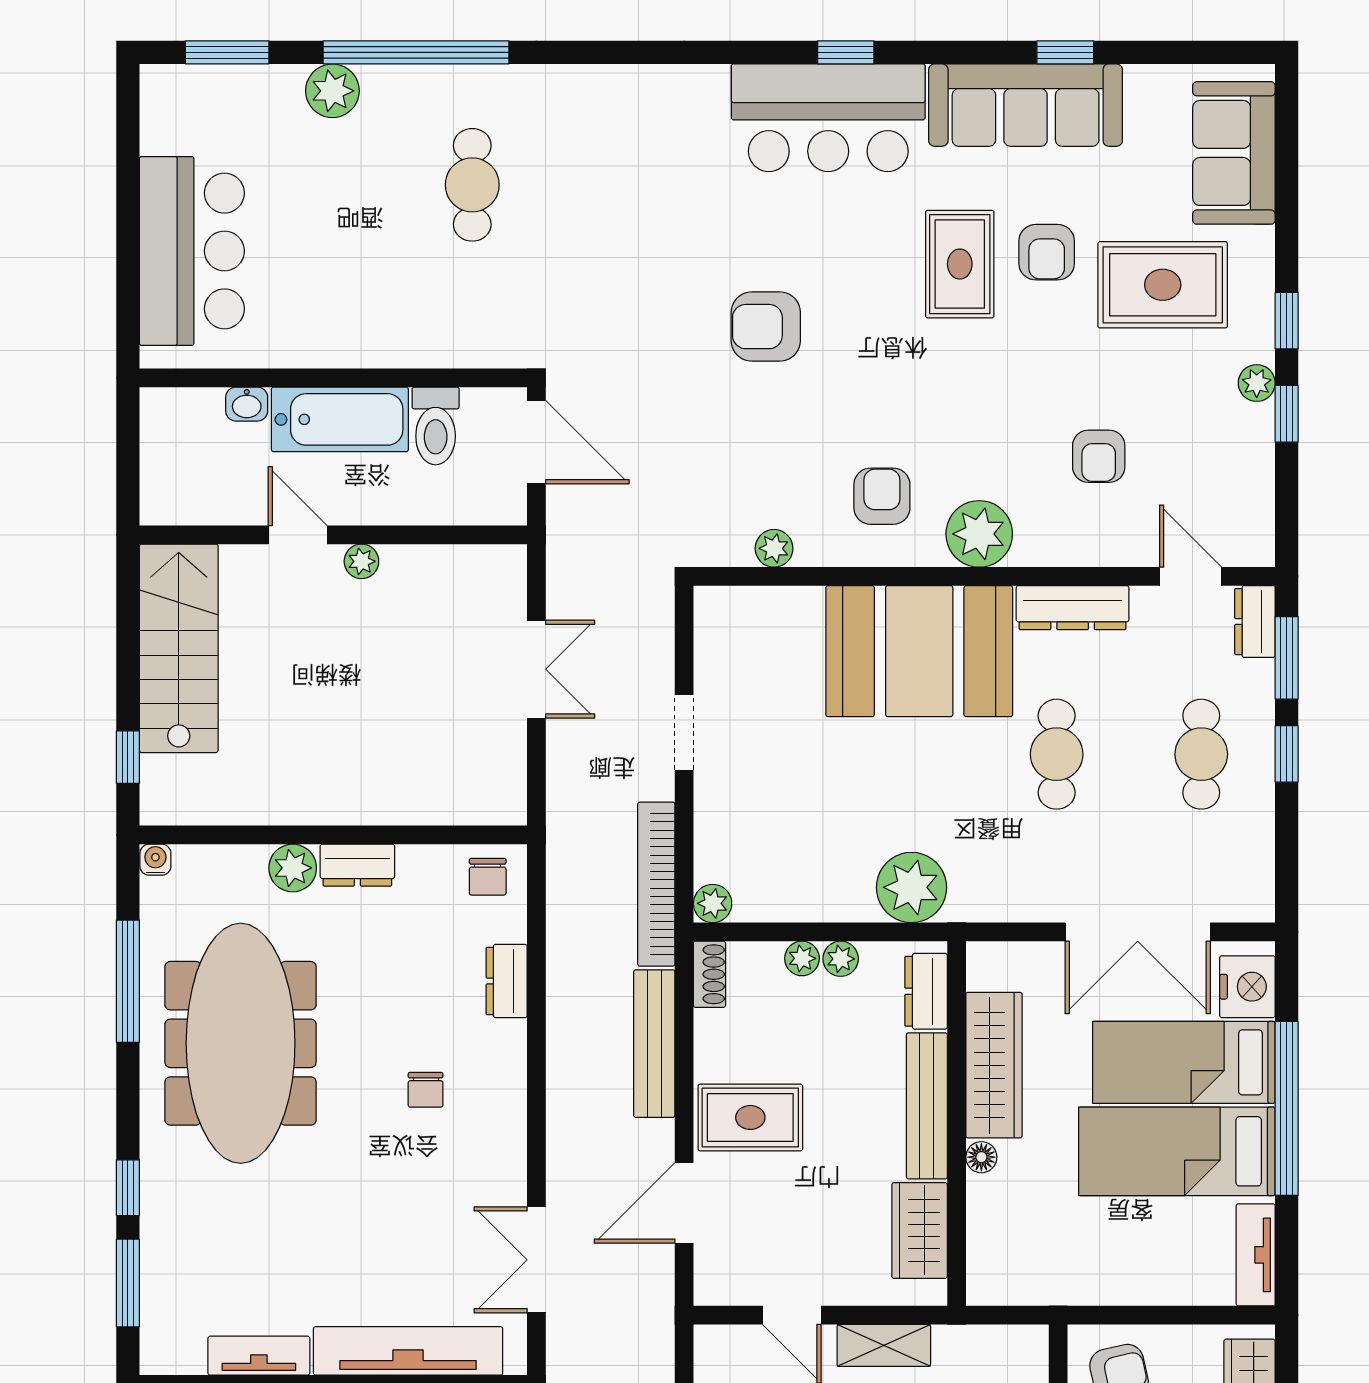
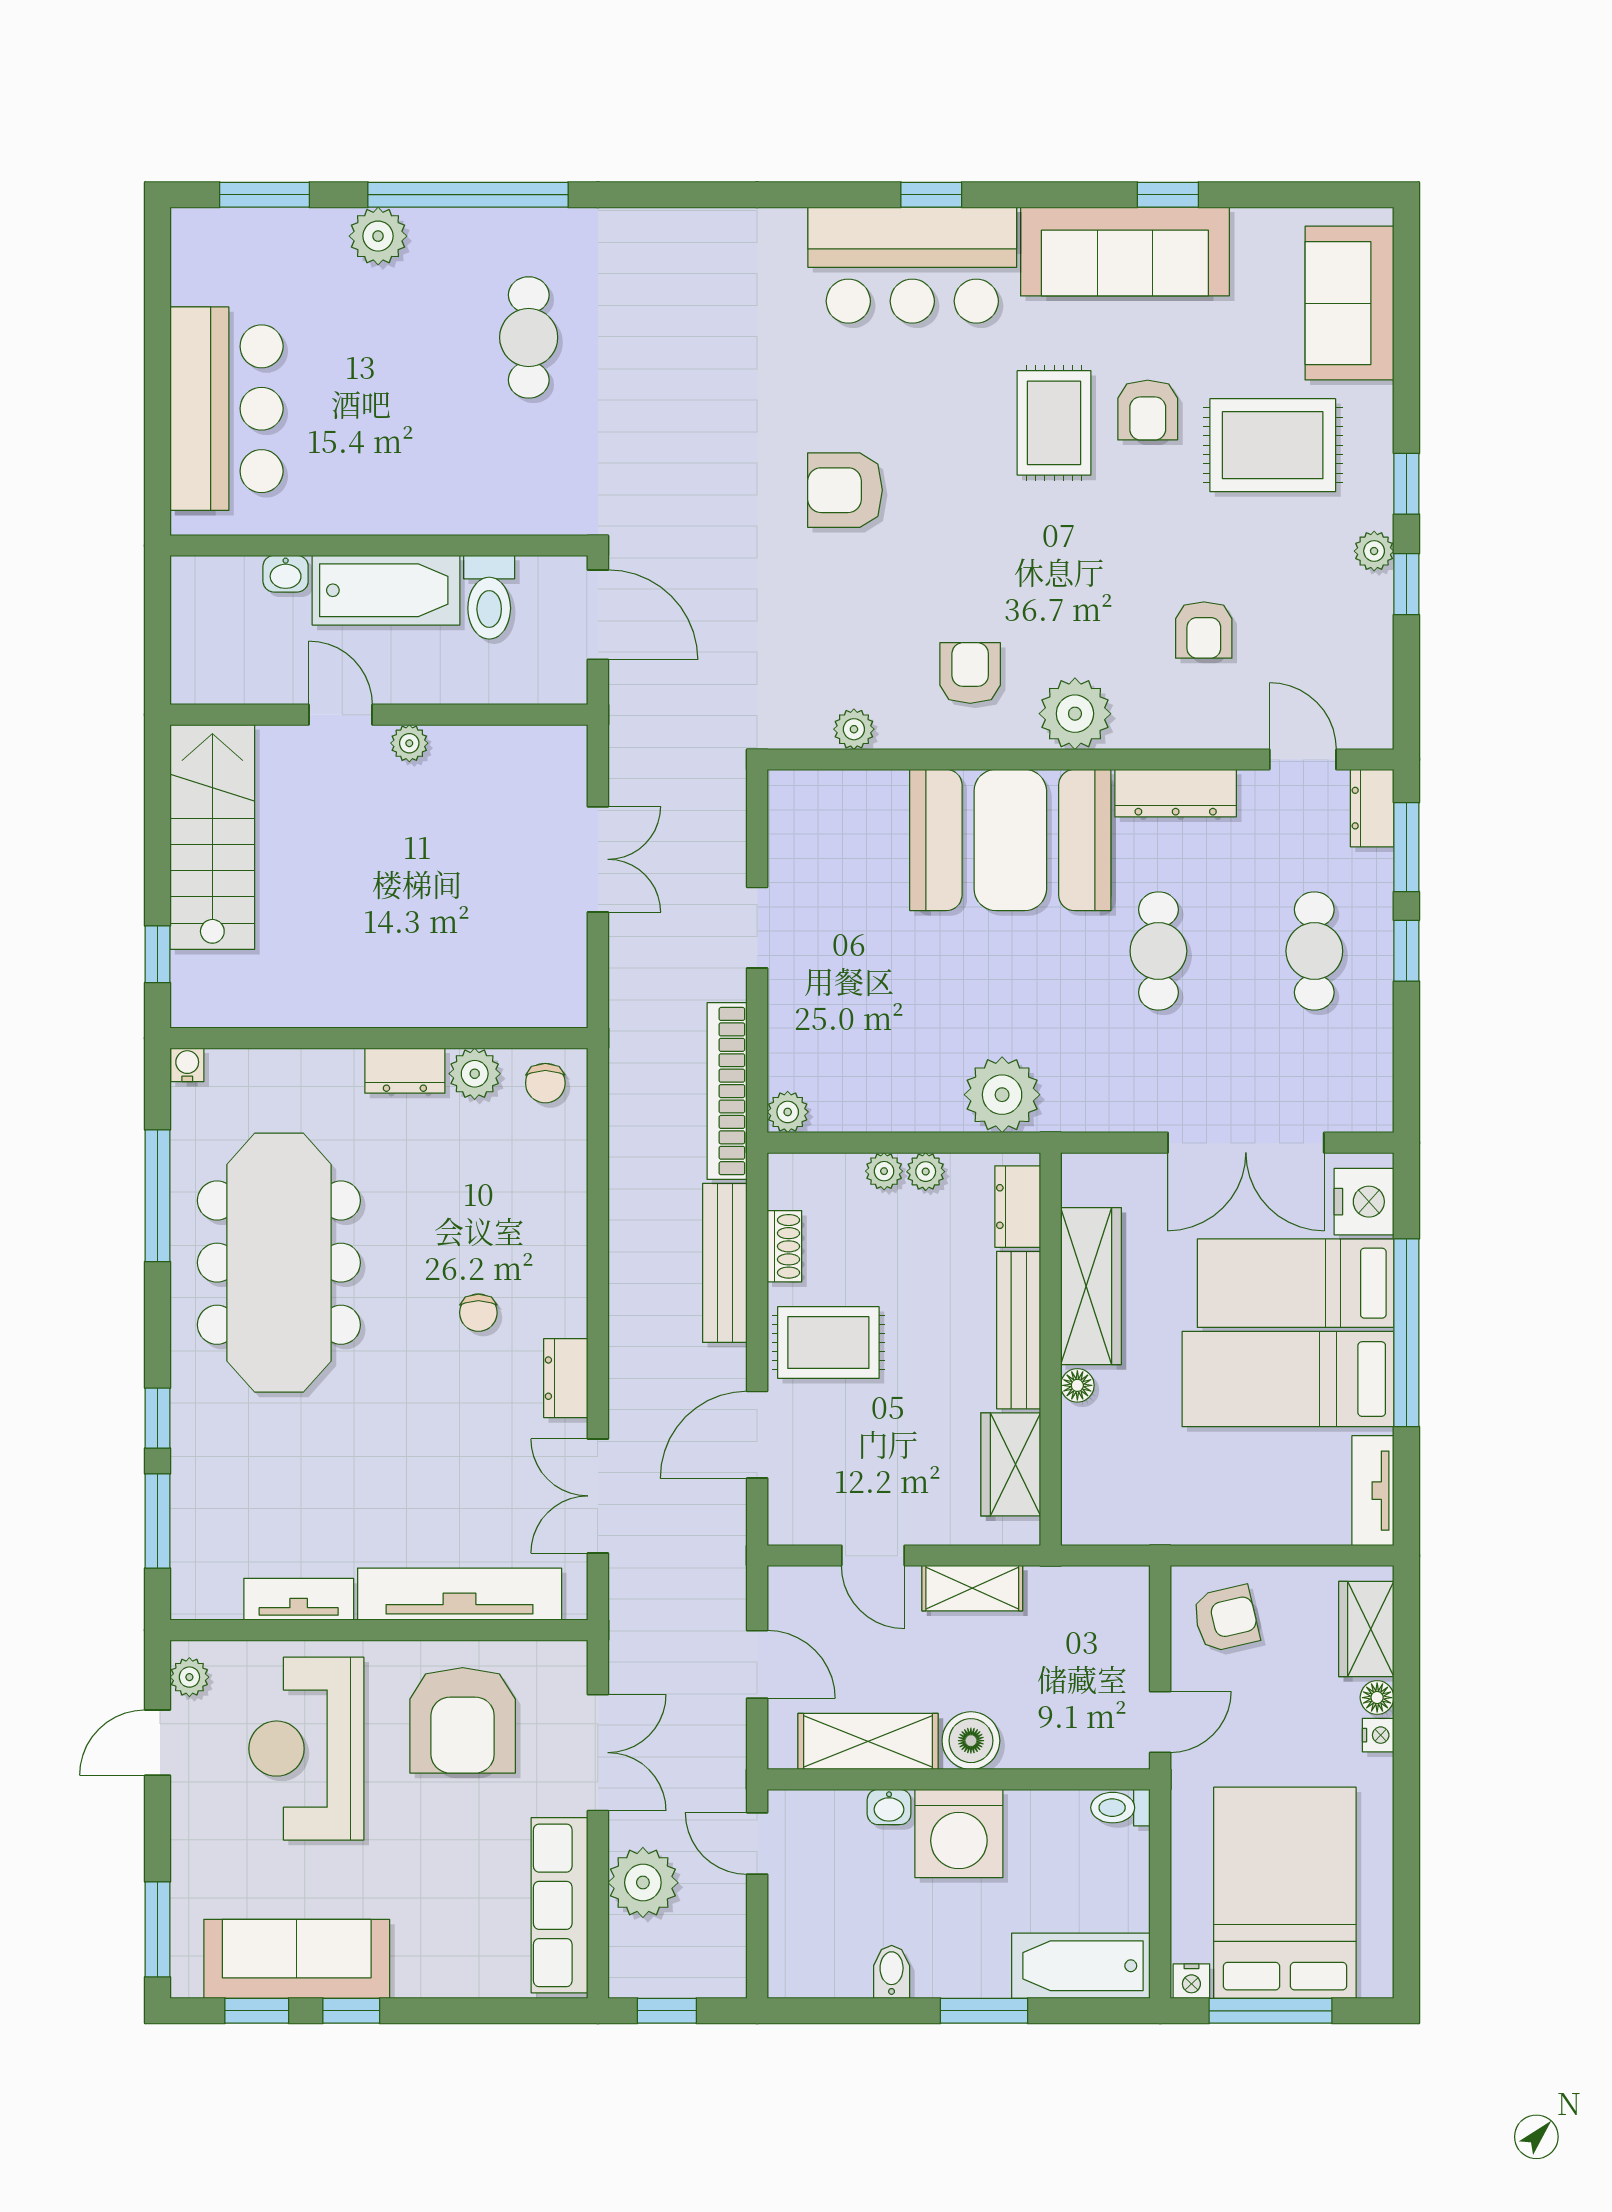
plant: (293, 868) -> (475, 1074), moved
shoe rack: (710, 974) -> (784, 1246), moved
dresser: (507, 981) -> (566, 1378), moved

